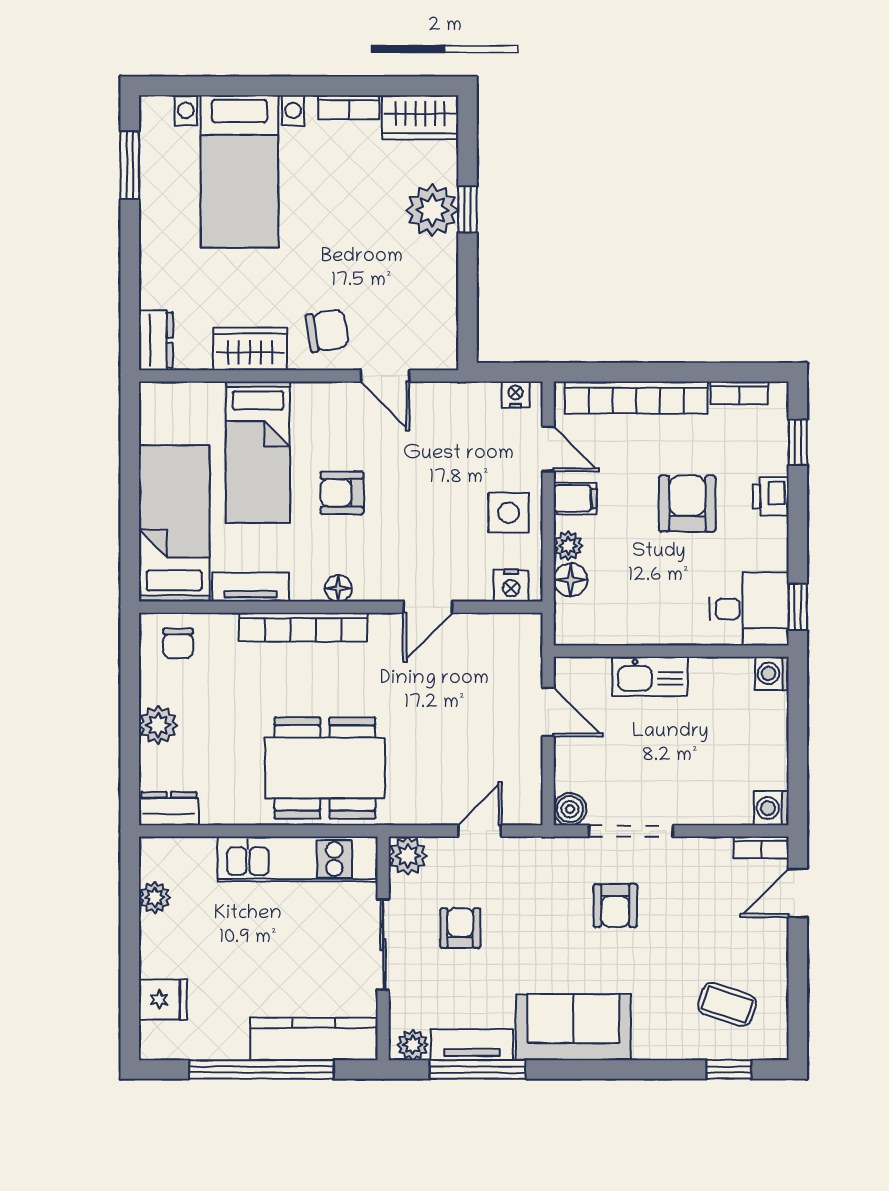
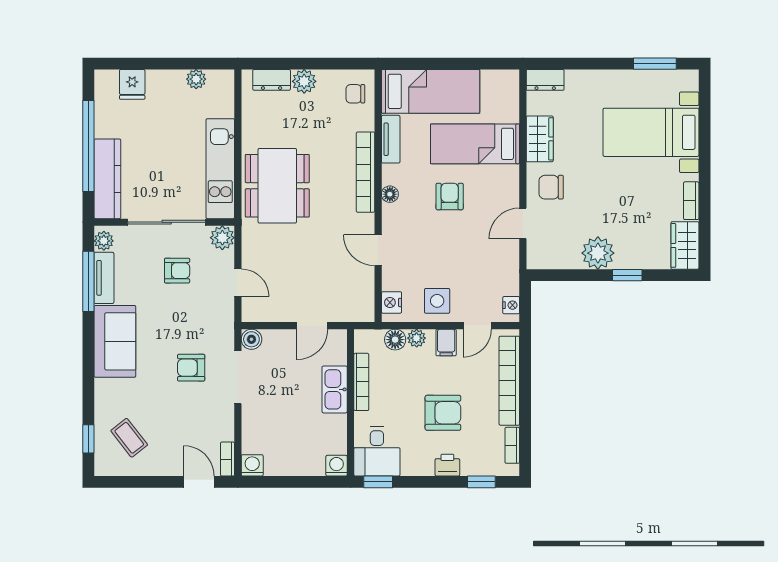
plant: (432, 210) -> (598, 253), moved
chair: (327, 331) -> (551, 187), turned 99
bookcase: (638, 634) -> (361, 382), added
dresser: (169, 809) -> (272, 80), moved, turned 90
sliding door: (383, 945) -> (167, 222), width x1.37
coffee table: (727, 1004) -> (129, 438), turned -56

